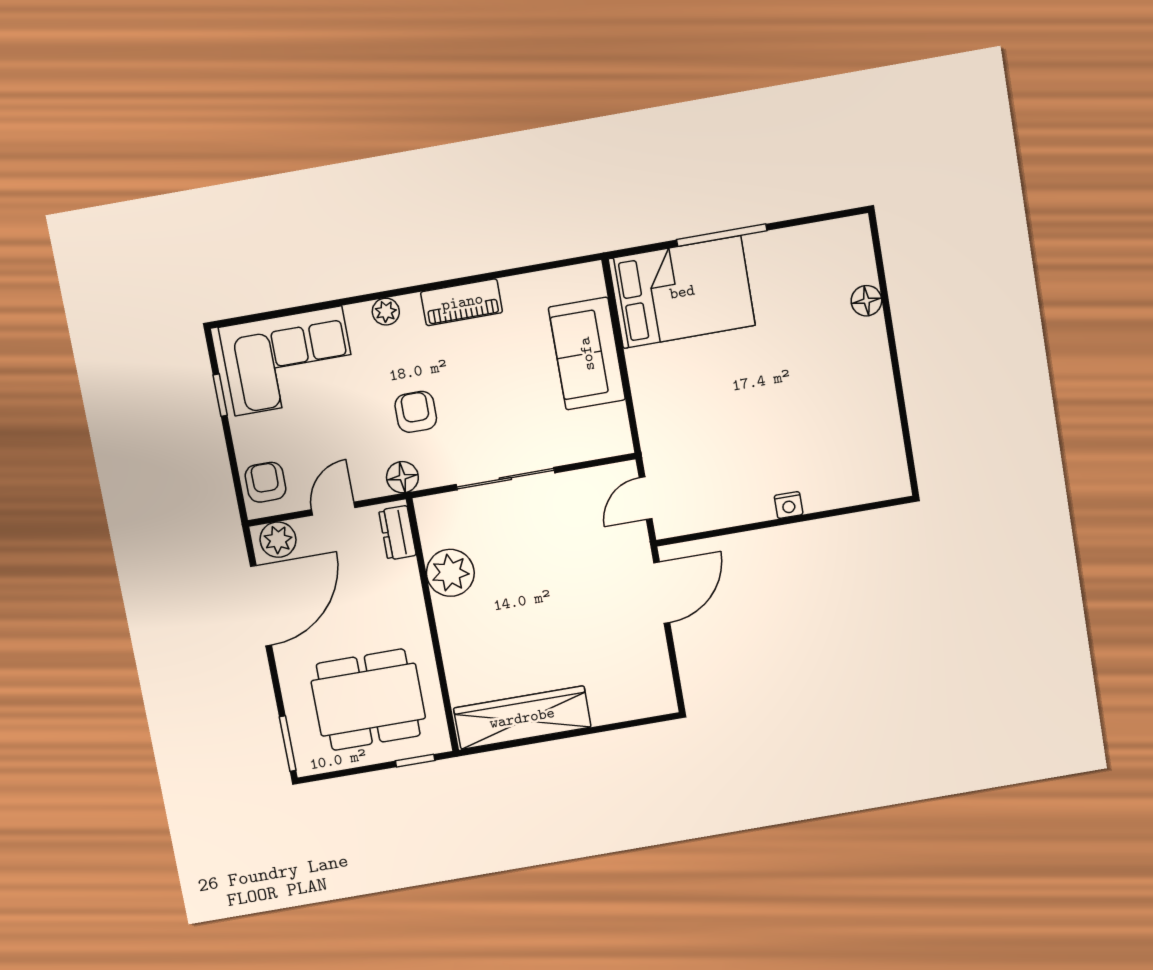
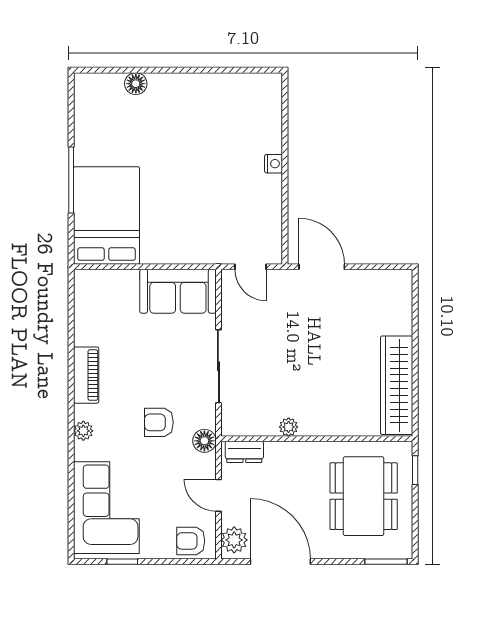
sofa: (587, 354) -> (178, 291), moved
plant: (450, 573) -> (289, 427), width x0.53, depth x0.53

